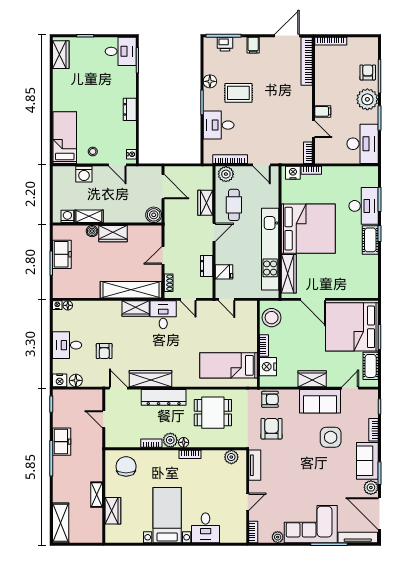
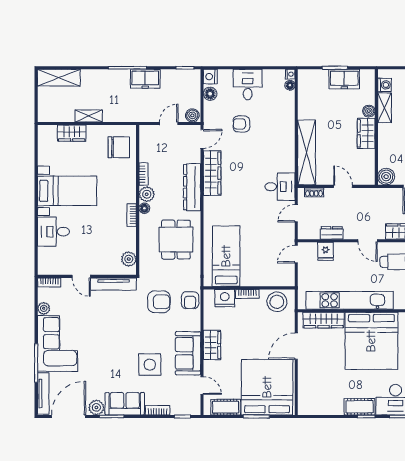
wardrobe: (136, 309) -> (287, 157), removed
boiler: (96, 397) -> (192, 115), added
tv unit: (255, 465) -> (113, 284), width x1.41

